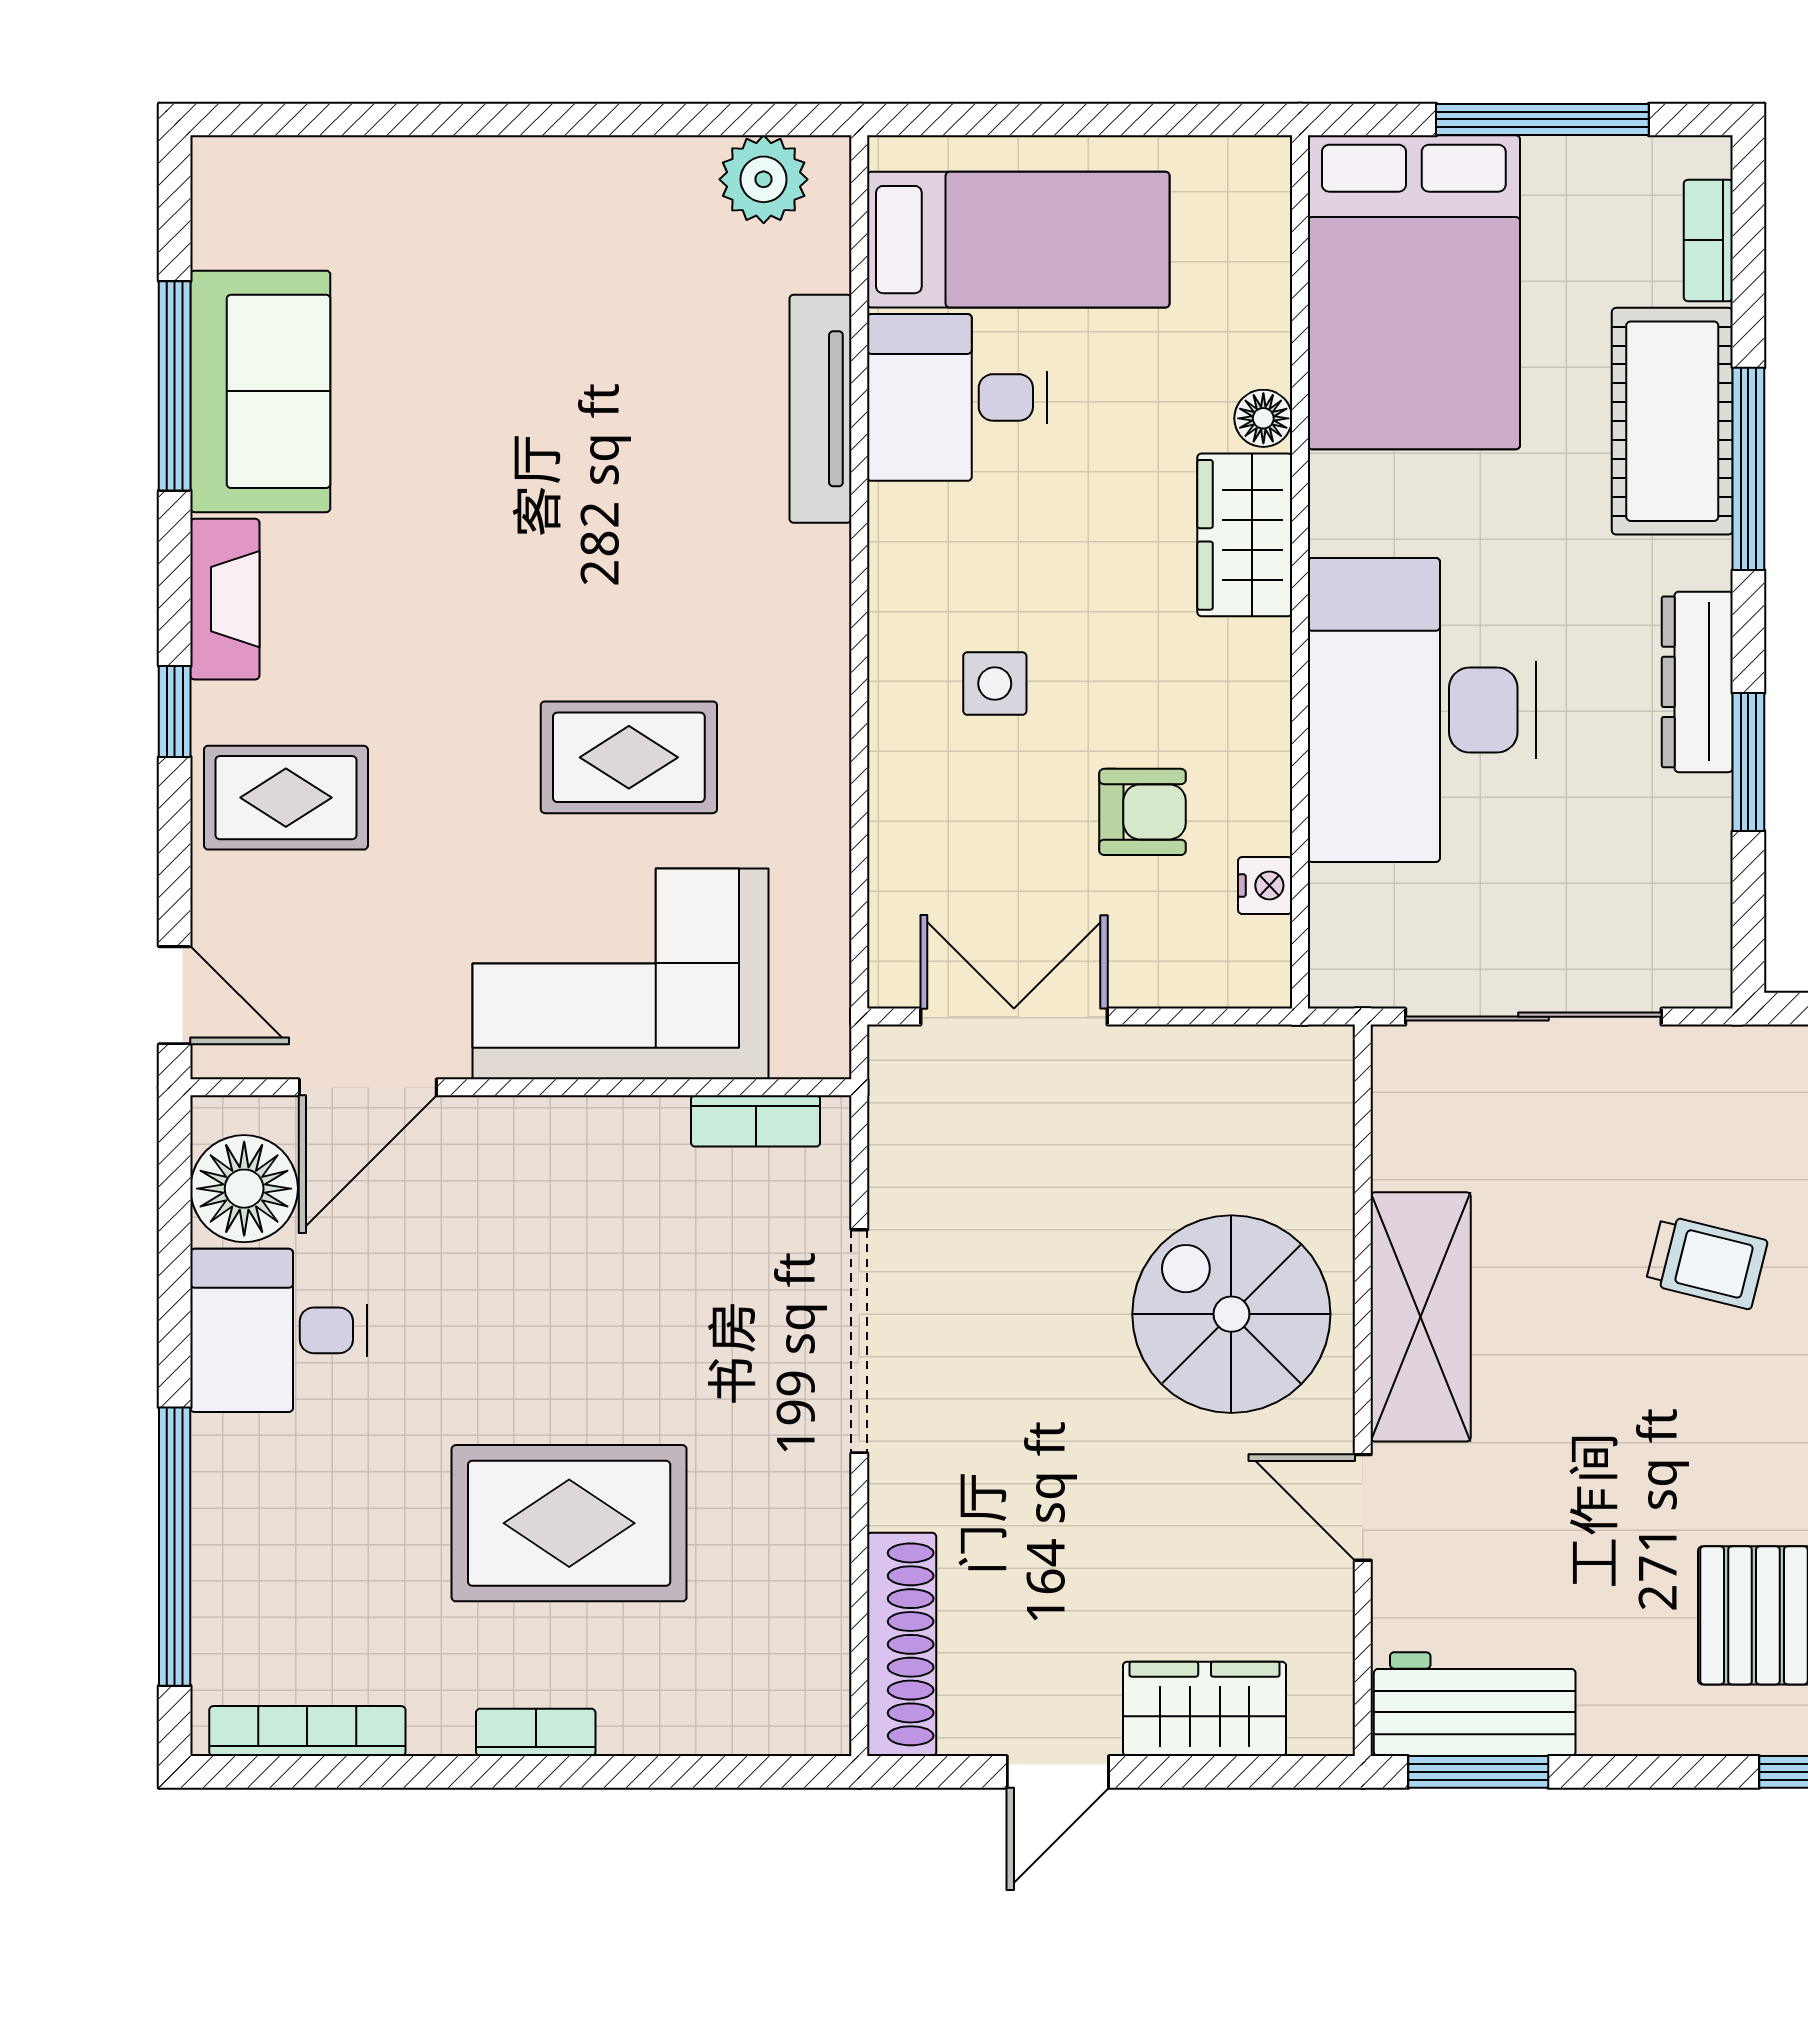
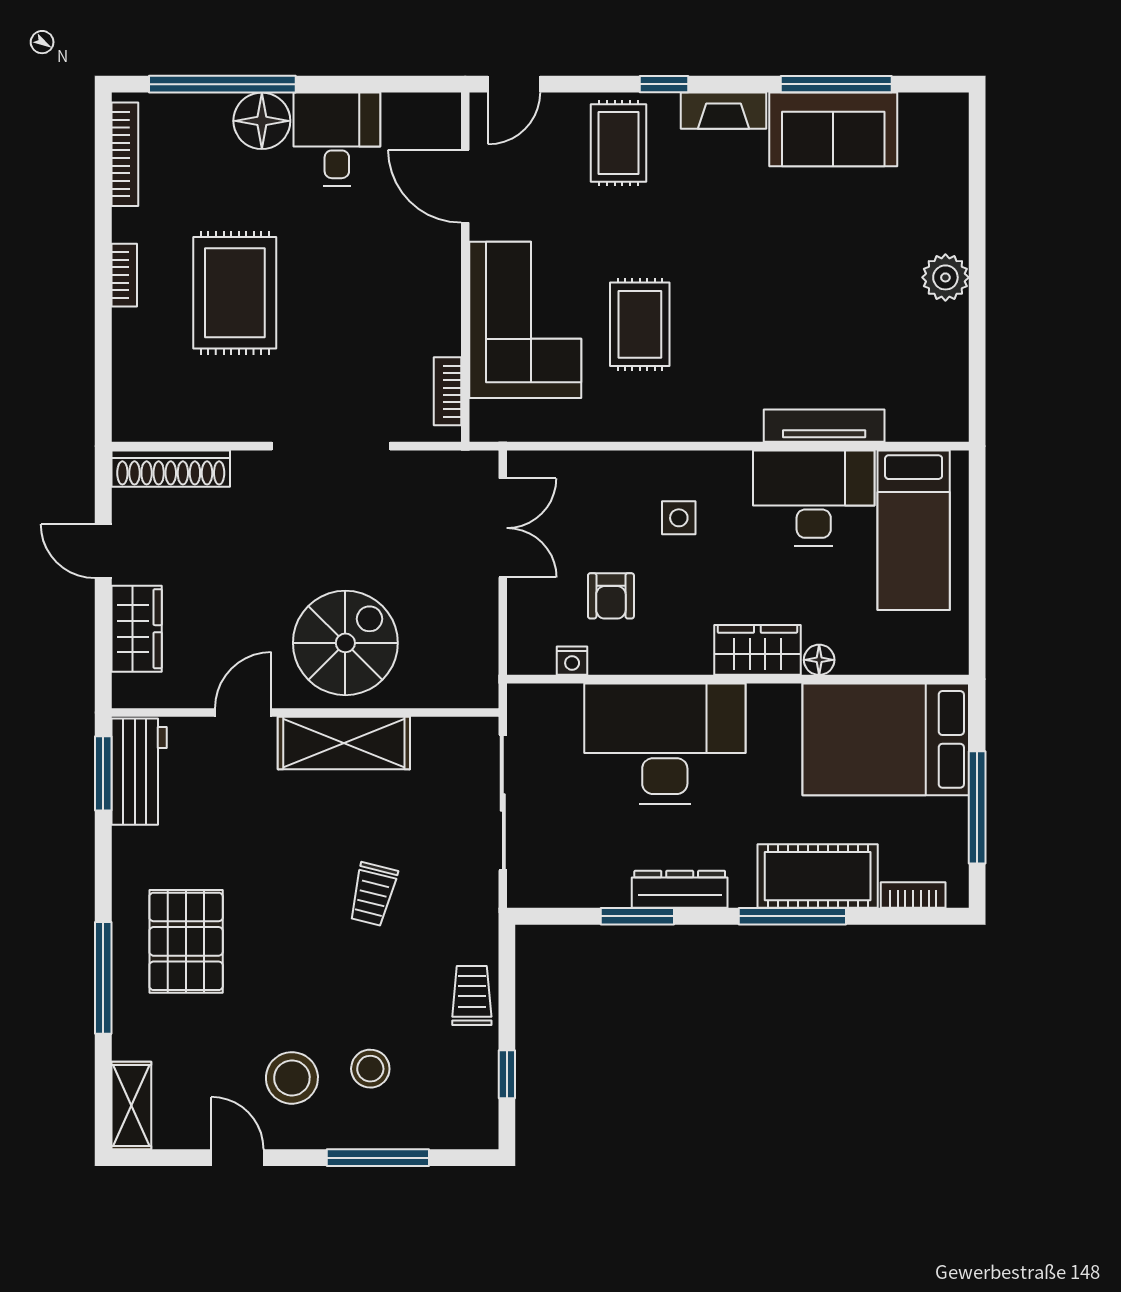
plant: (764, 179) -> (945, 277), moved
desk: (957, 397) -> (814, 498), width x1.37
floor lamp: (244, 1189) -> (262, 121), moved

